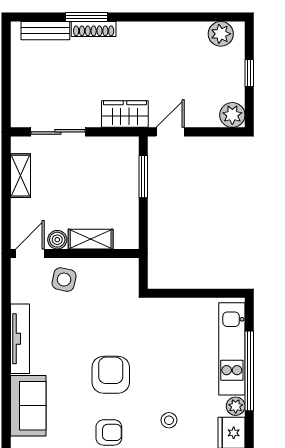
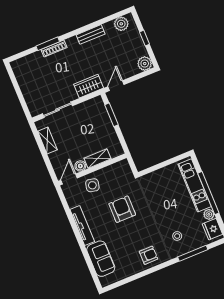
bench: (45, 31) -> (91, 34), moved
armchair: (111, 375) -> (122, 209), moved

